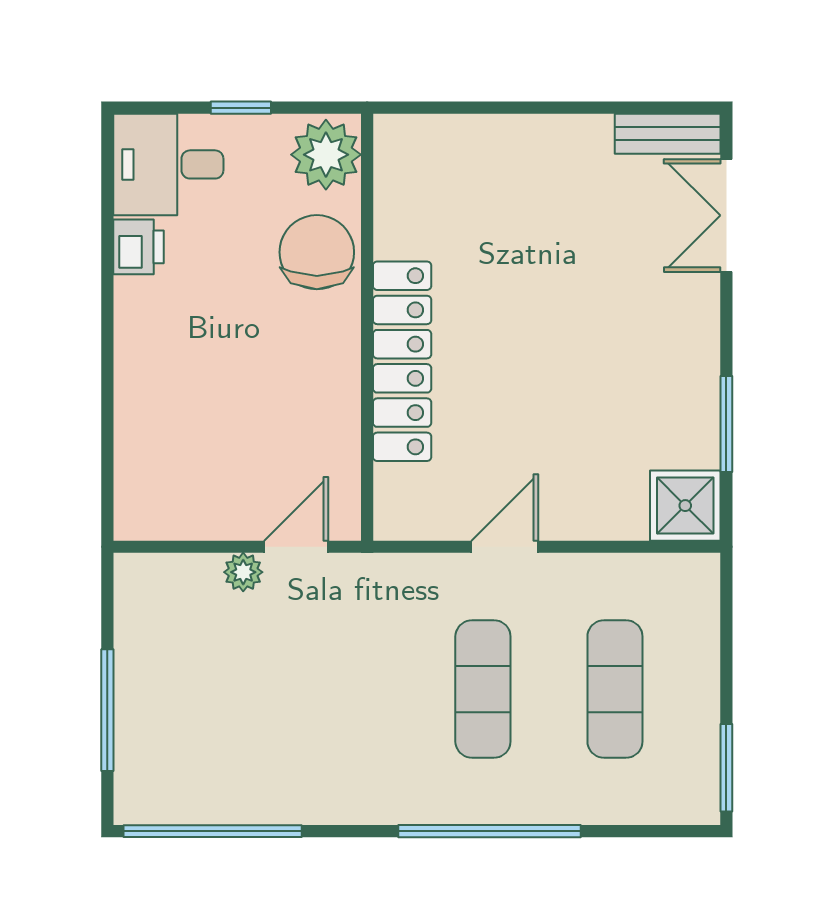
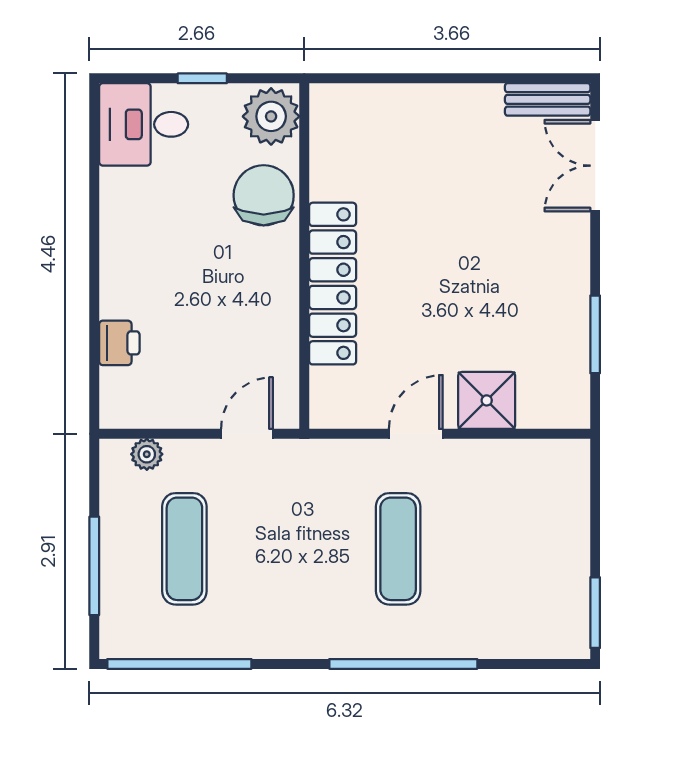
printer: (139, 247) -> (119, 343), moved
shower: (685, 506) -> (487, 400), moved
plant: (243, 572) -> (147, 454), moved
exercise mat: (615, 689) -> (184, 549), moved

